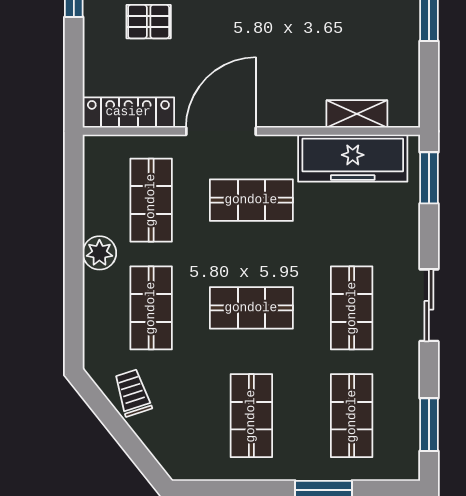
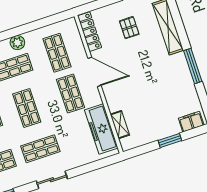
window: (429, 178) -> (104, 163), removed
shop shelf: (151, 200) -> (57, 53), turned 90
plant: (99, 253) -> (17, 43), moved

